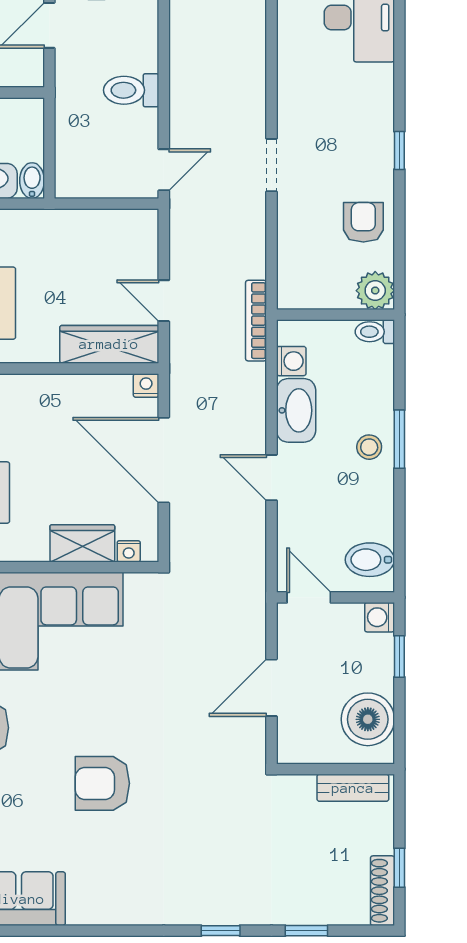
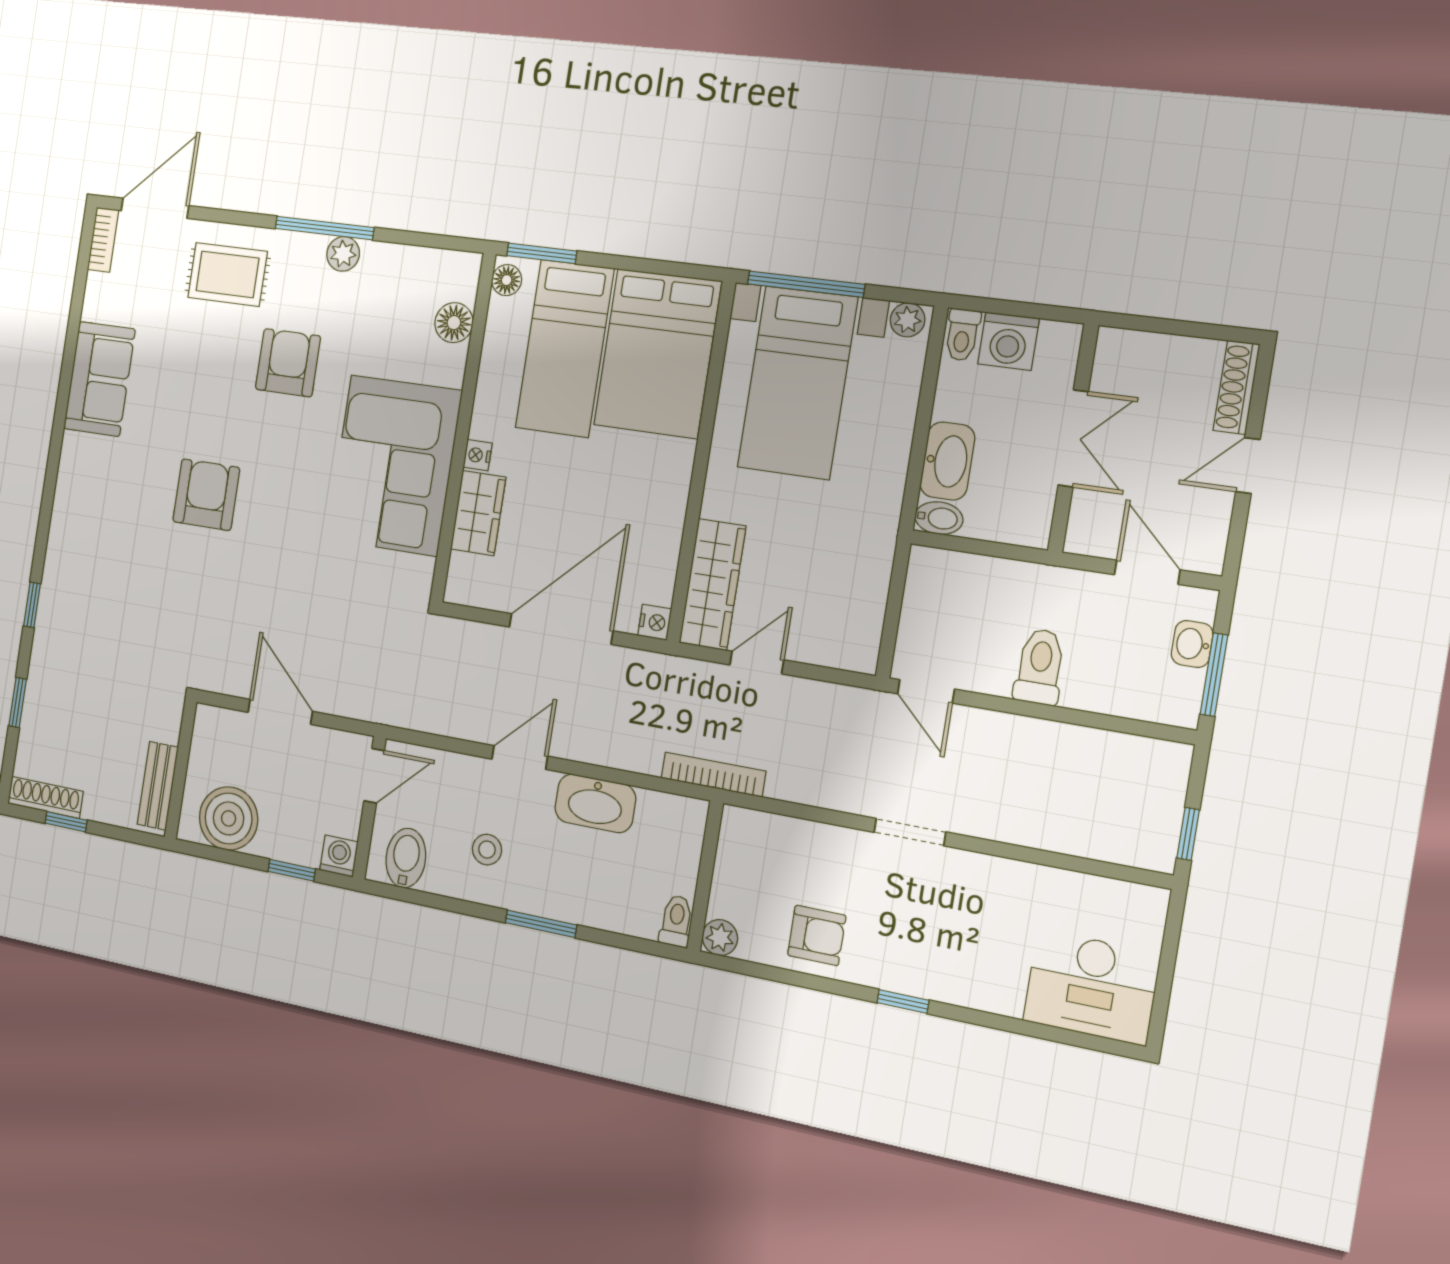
plant: (375, 291) -> (720, 938), width x0.73, depth x0.73
washing machine: (291, 361) -> (656, 809), removed
stool: (369, 447) -> (487, 850), moved
nightstand: (129, 551) -> (478, 455), moved

